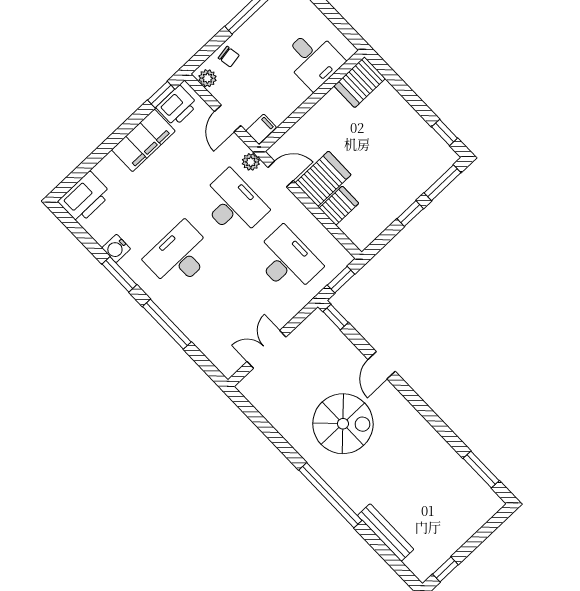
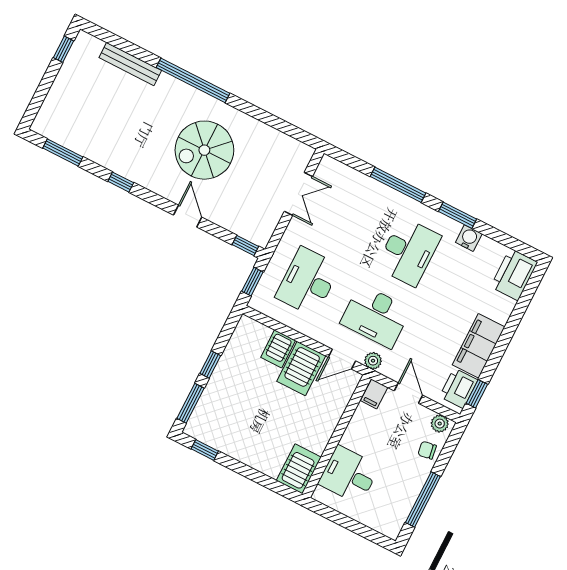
desk: (287, 261) -> (308, 282), turned 90
window: (435, 421) -> (121, 182), added

